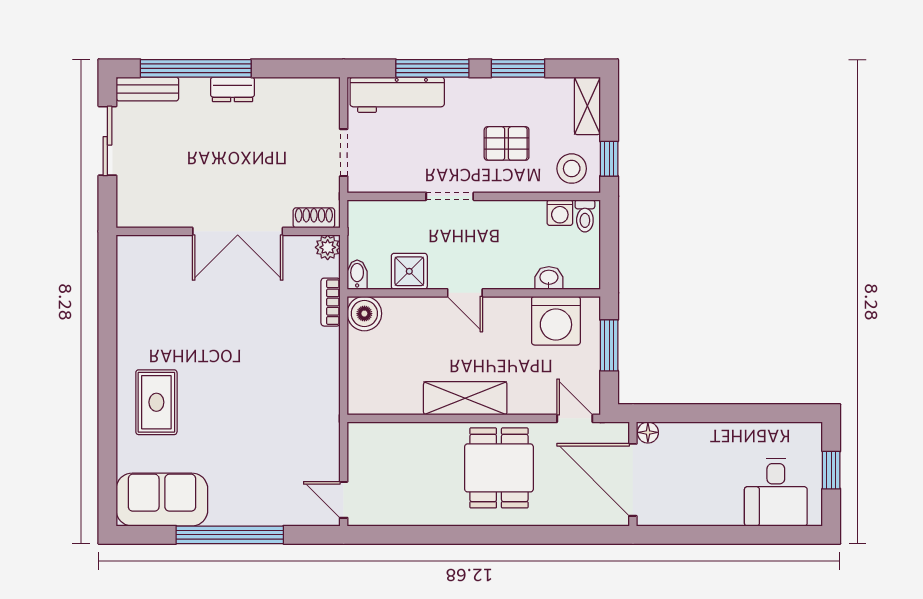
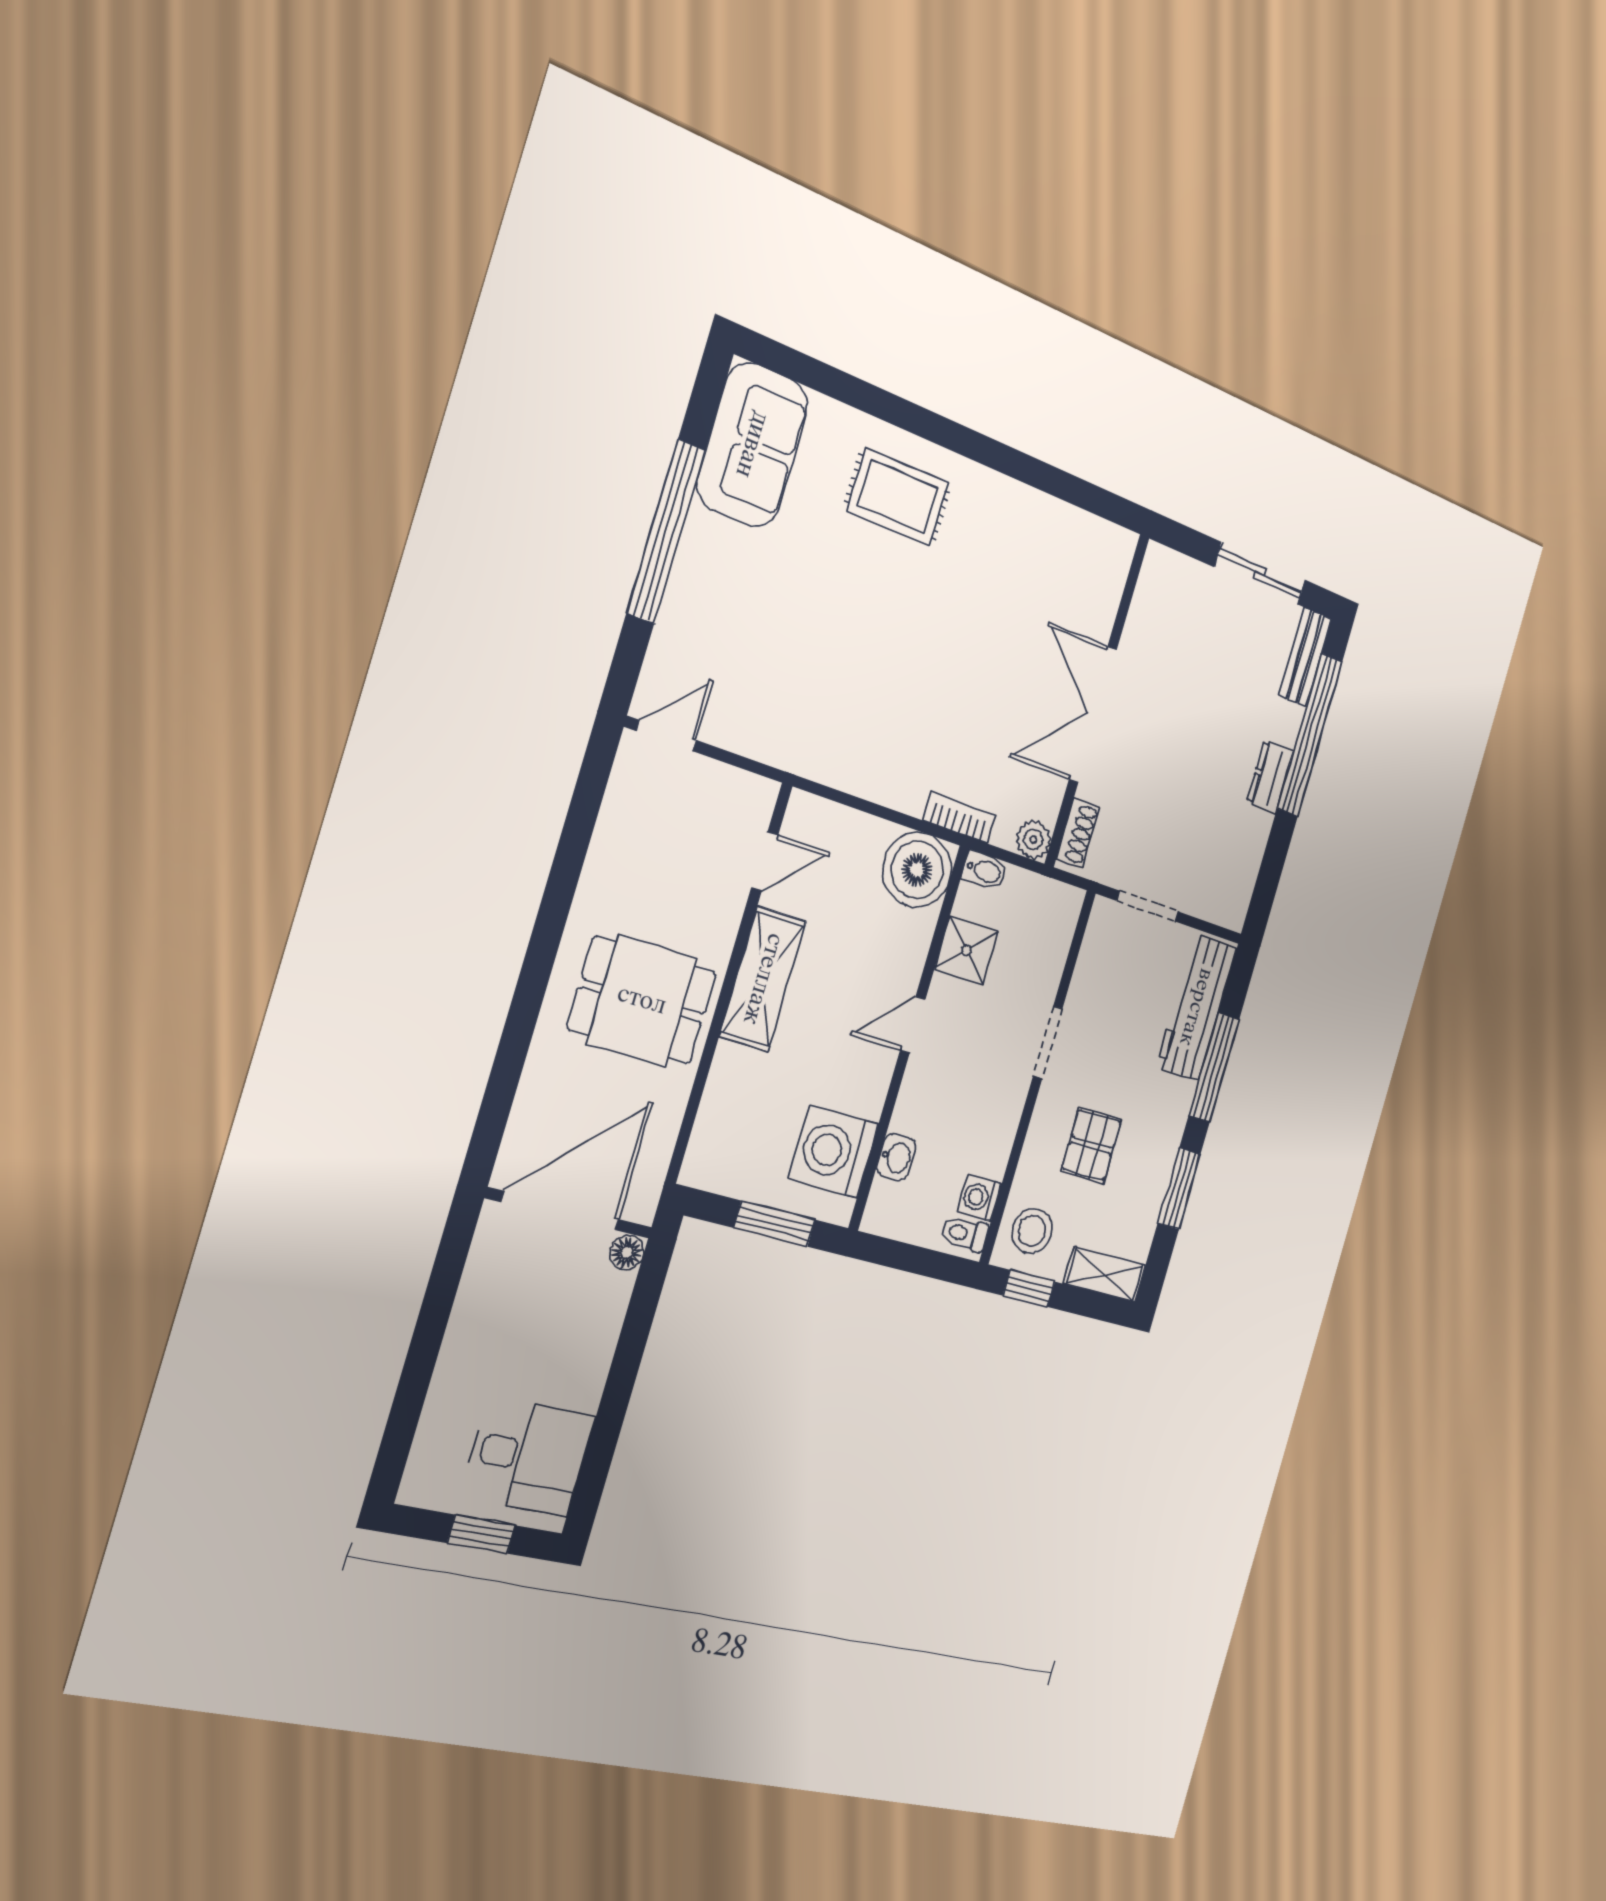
boiler: (364, 314) -> (917, 870), width x1.37, depth x1.37
door: (575, 418) -> (765, 861), moved
desk: (776, 492) -> (528, 1456), moved, turned 180

